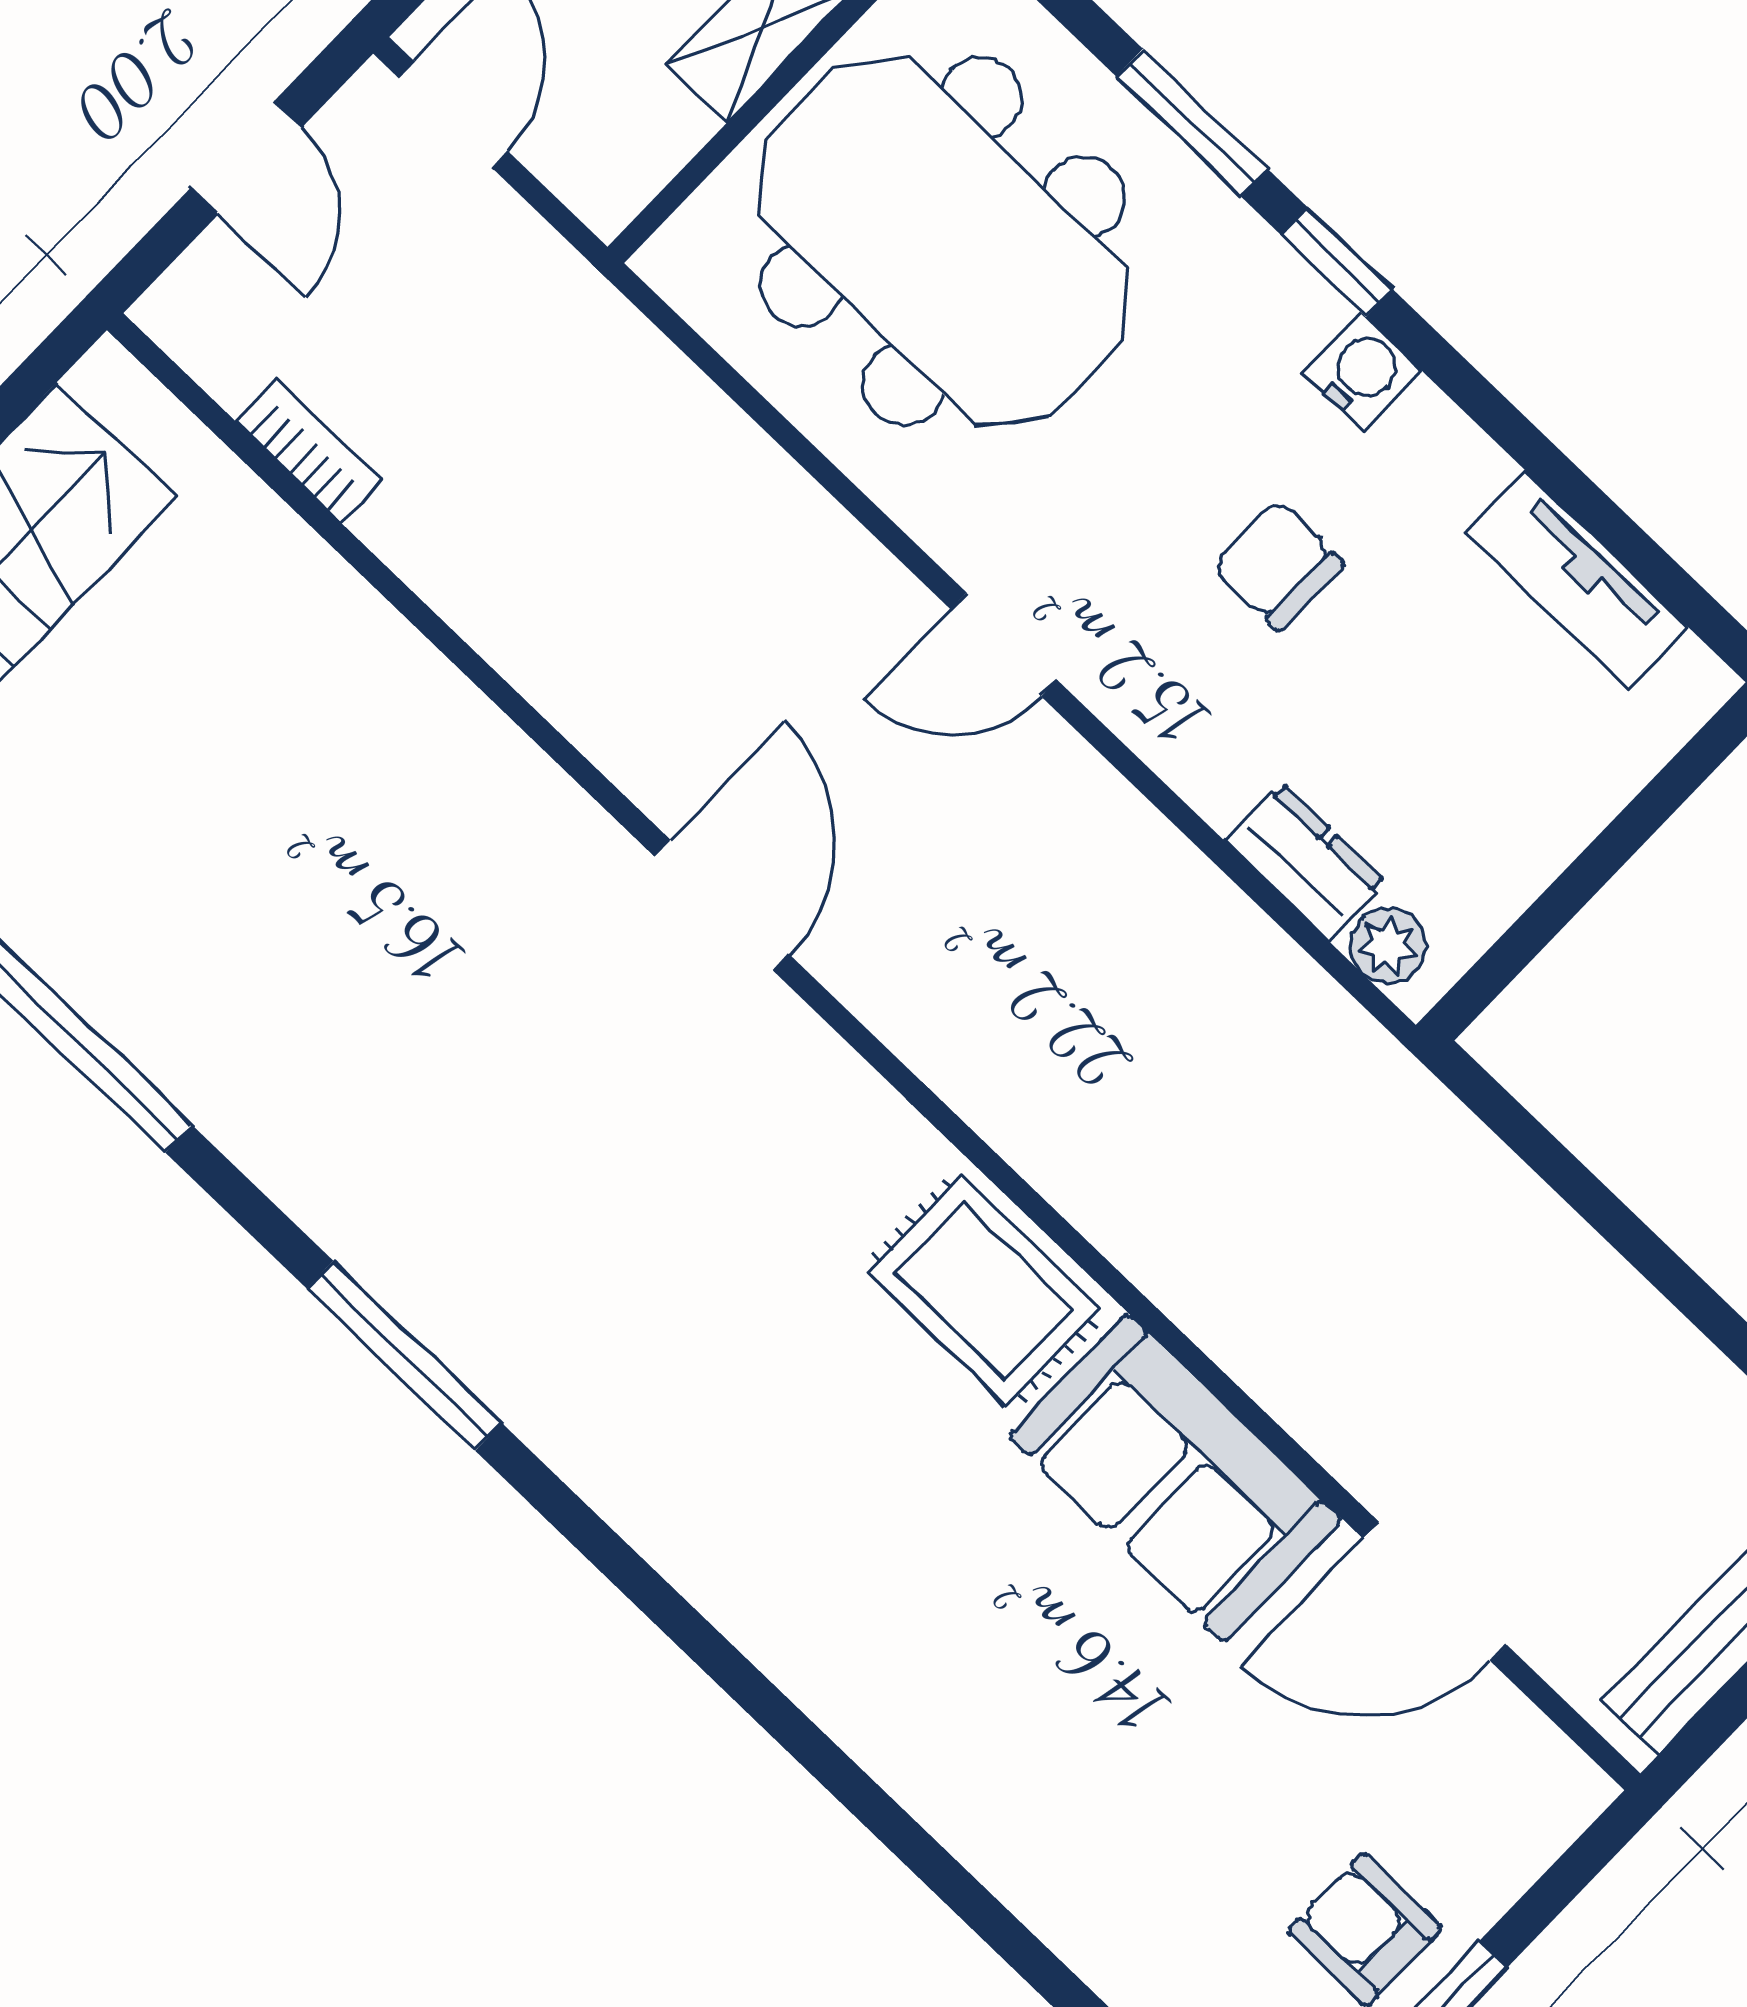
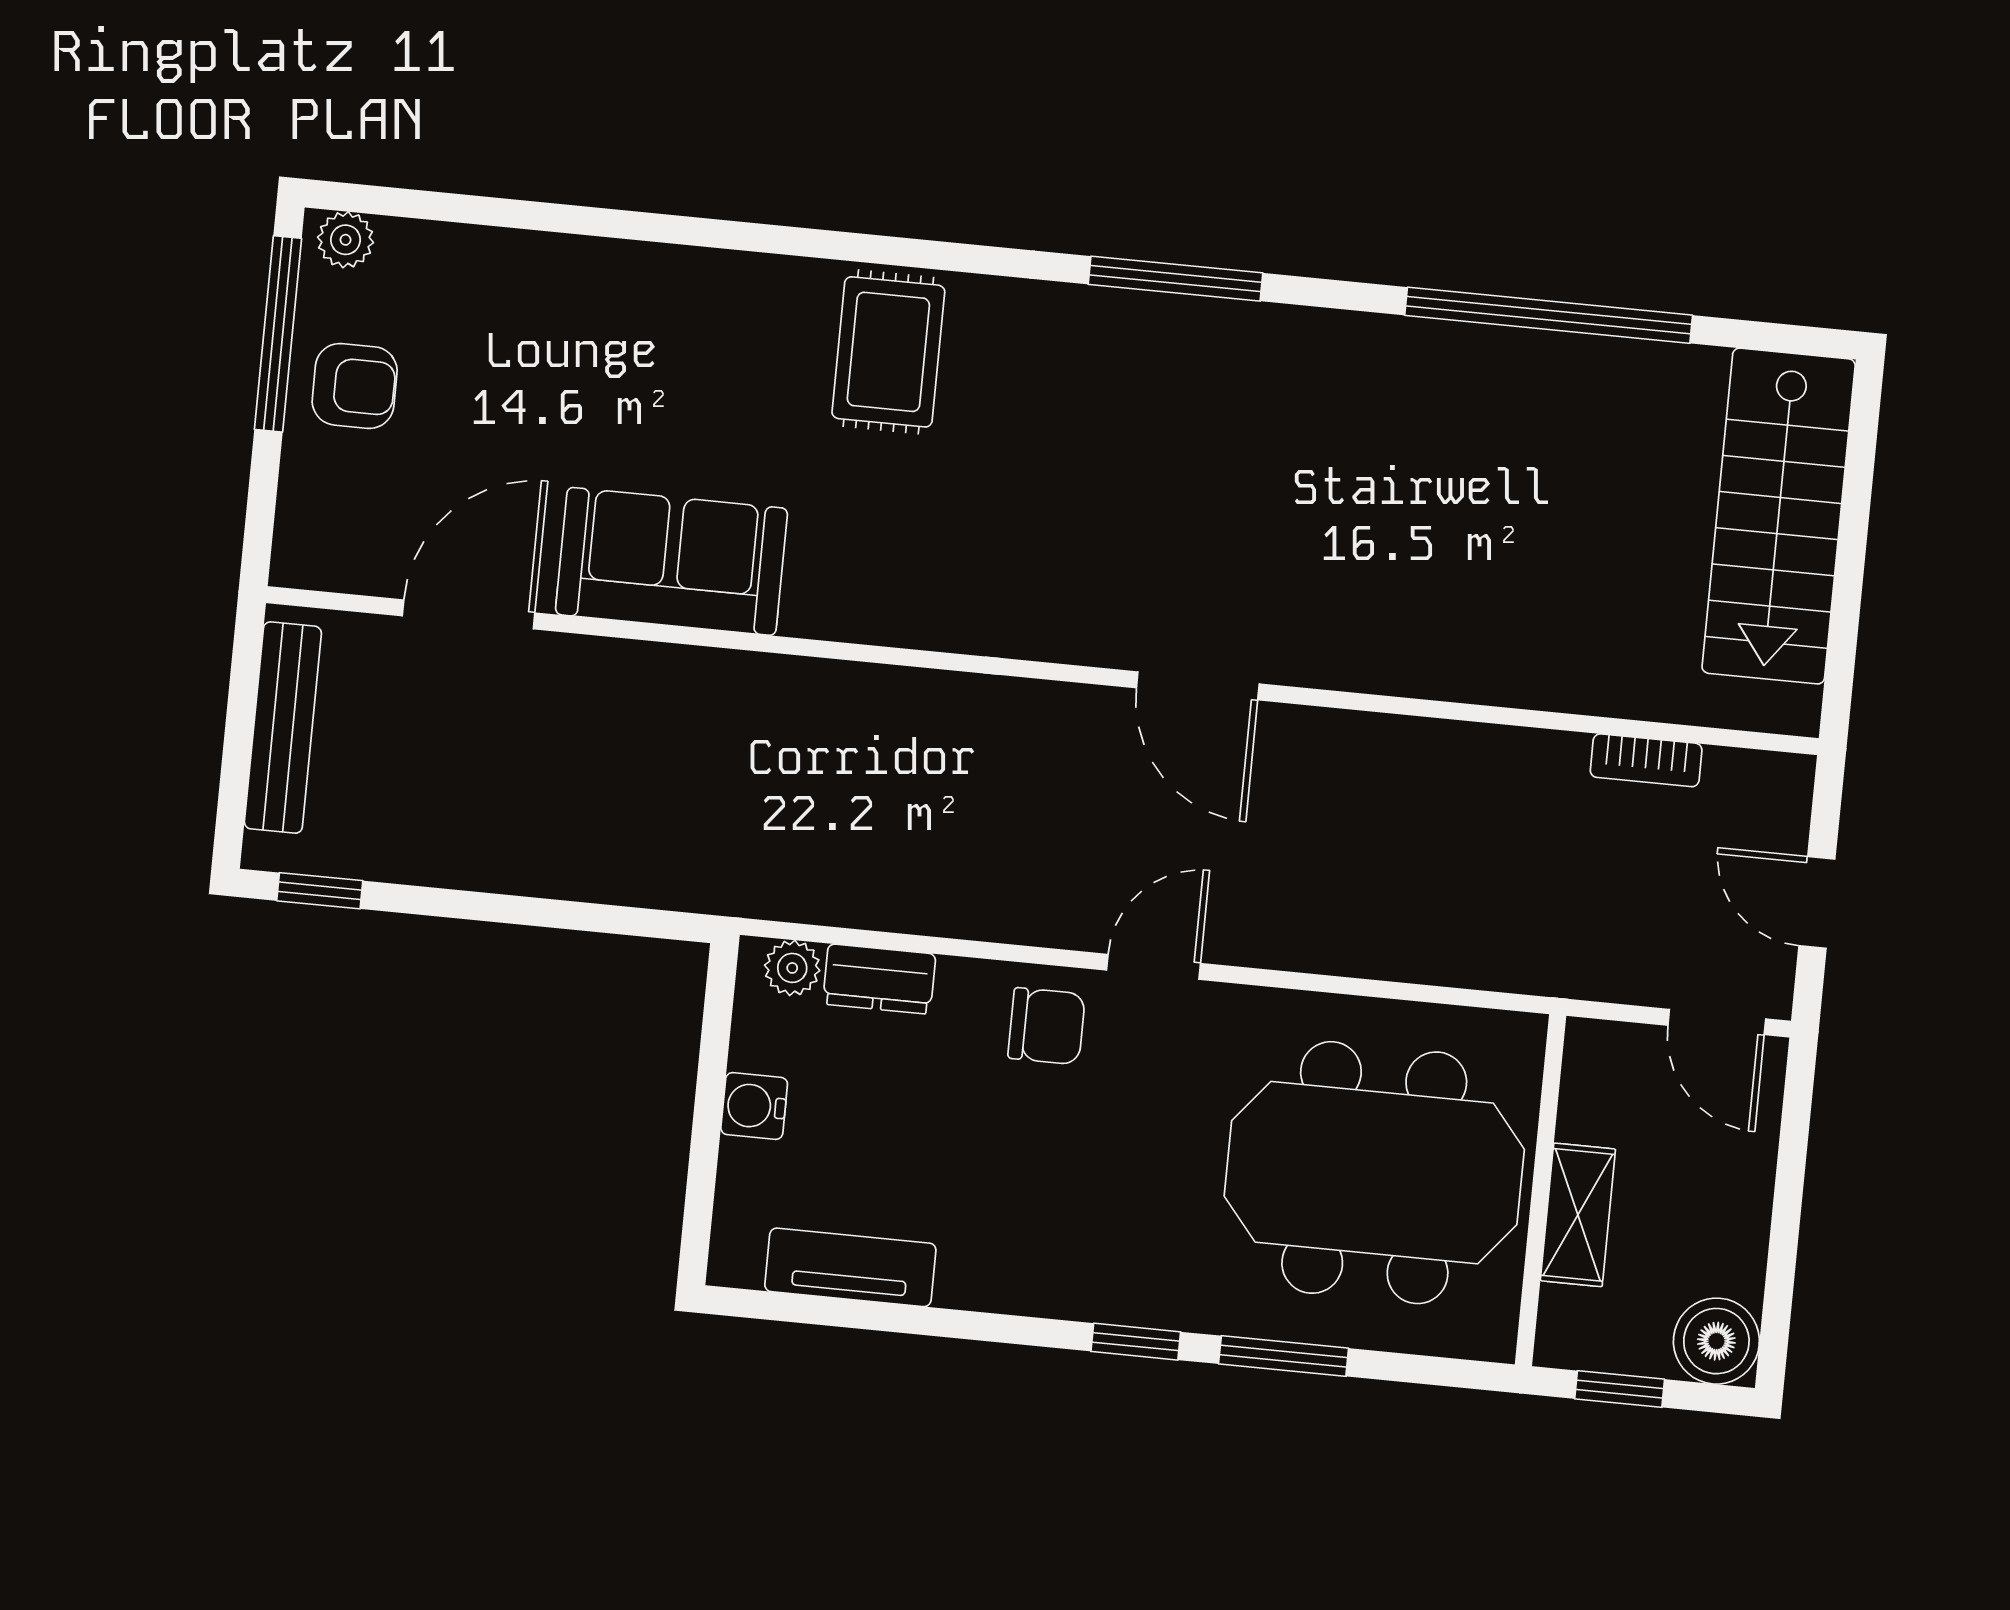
water cooler: (1362, 372) -> (754, 1106), moved, turned 90
chair: (1278, 565) -> (1047, 1026), moved
rug: (984, 1291) -> (888, 352), moved, turned 90

